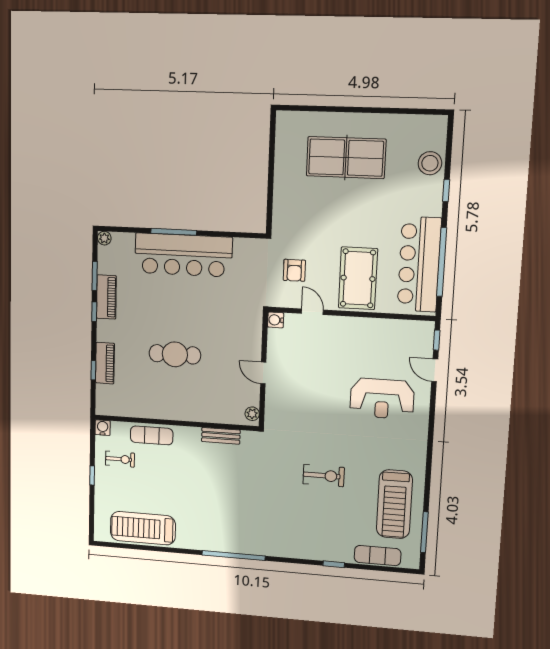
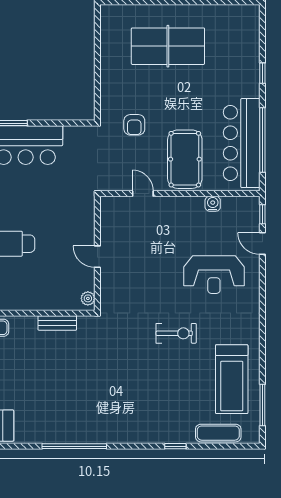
stool: (430, 163) -> (246, 49), removed
armchair: (294, 270) -> (134, 125), moved
water cooler: (276, 320) -> (213, 204), moved, turned 90
exercise bike: (324, 476) -> (176, 333), moved

